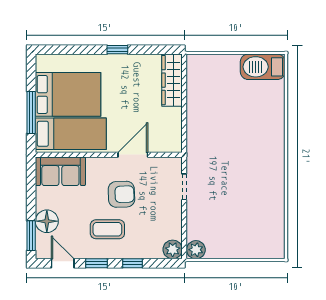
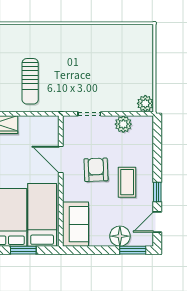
window: (31, 113) -> (23, 250), width x0.69
sun lounger: (221, 120) -> (30, 81), added
plant: (173, 249) -> (123, 124), moved
window: (133, 263) -> (157, 160), removed

